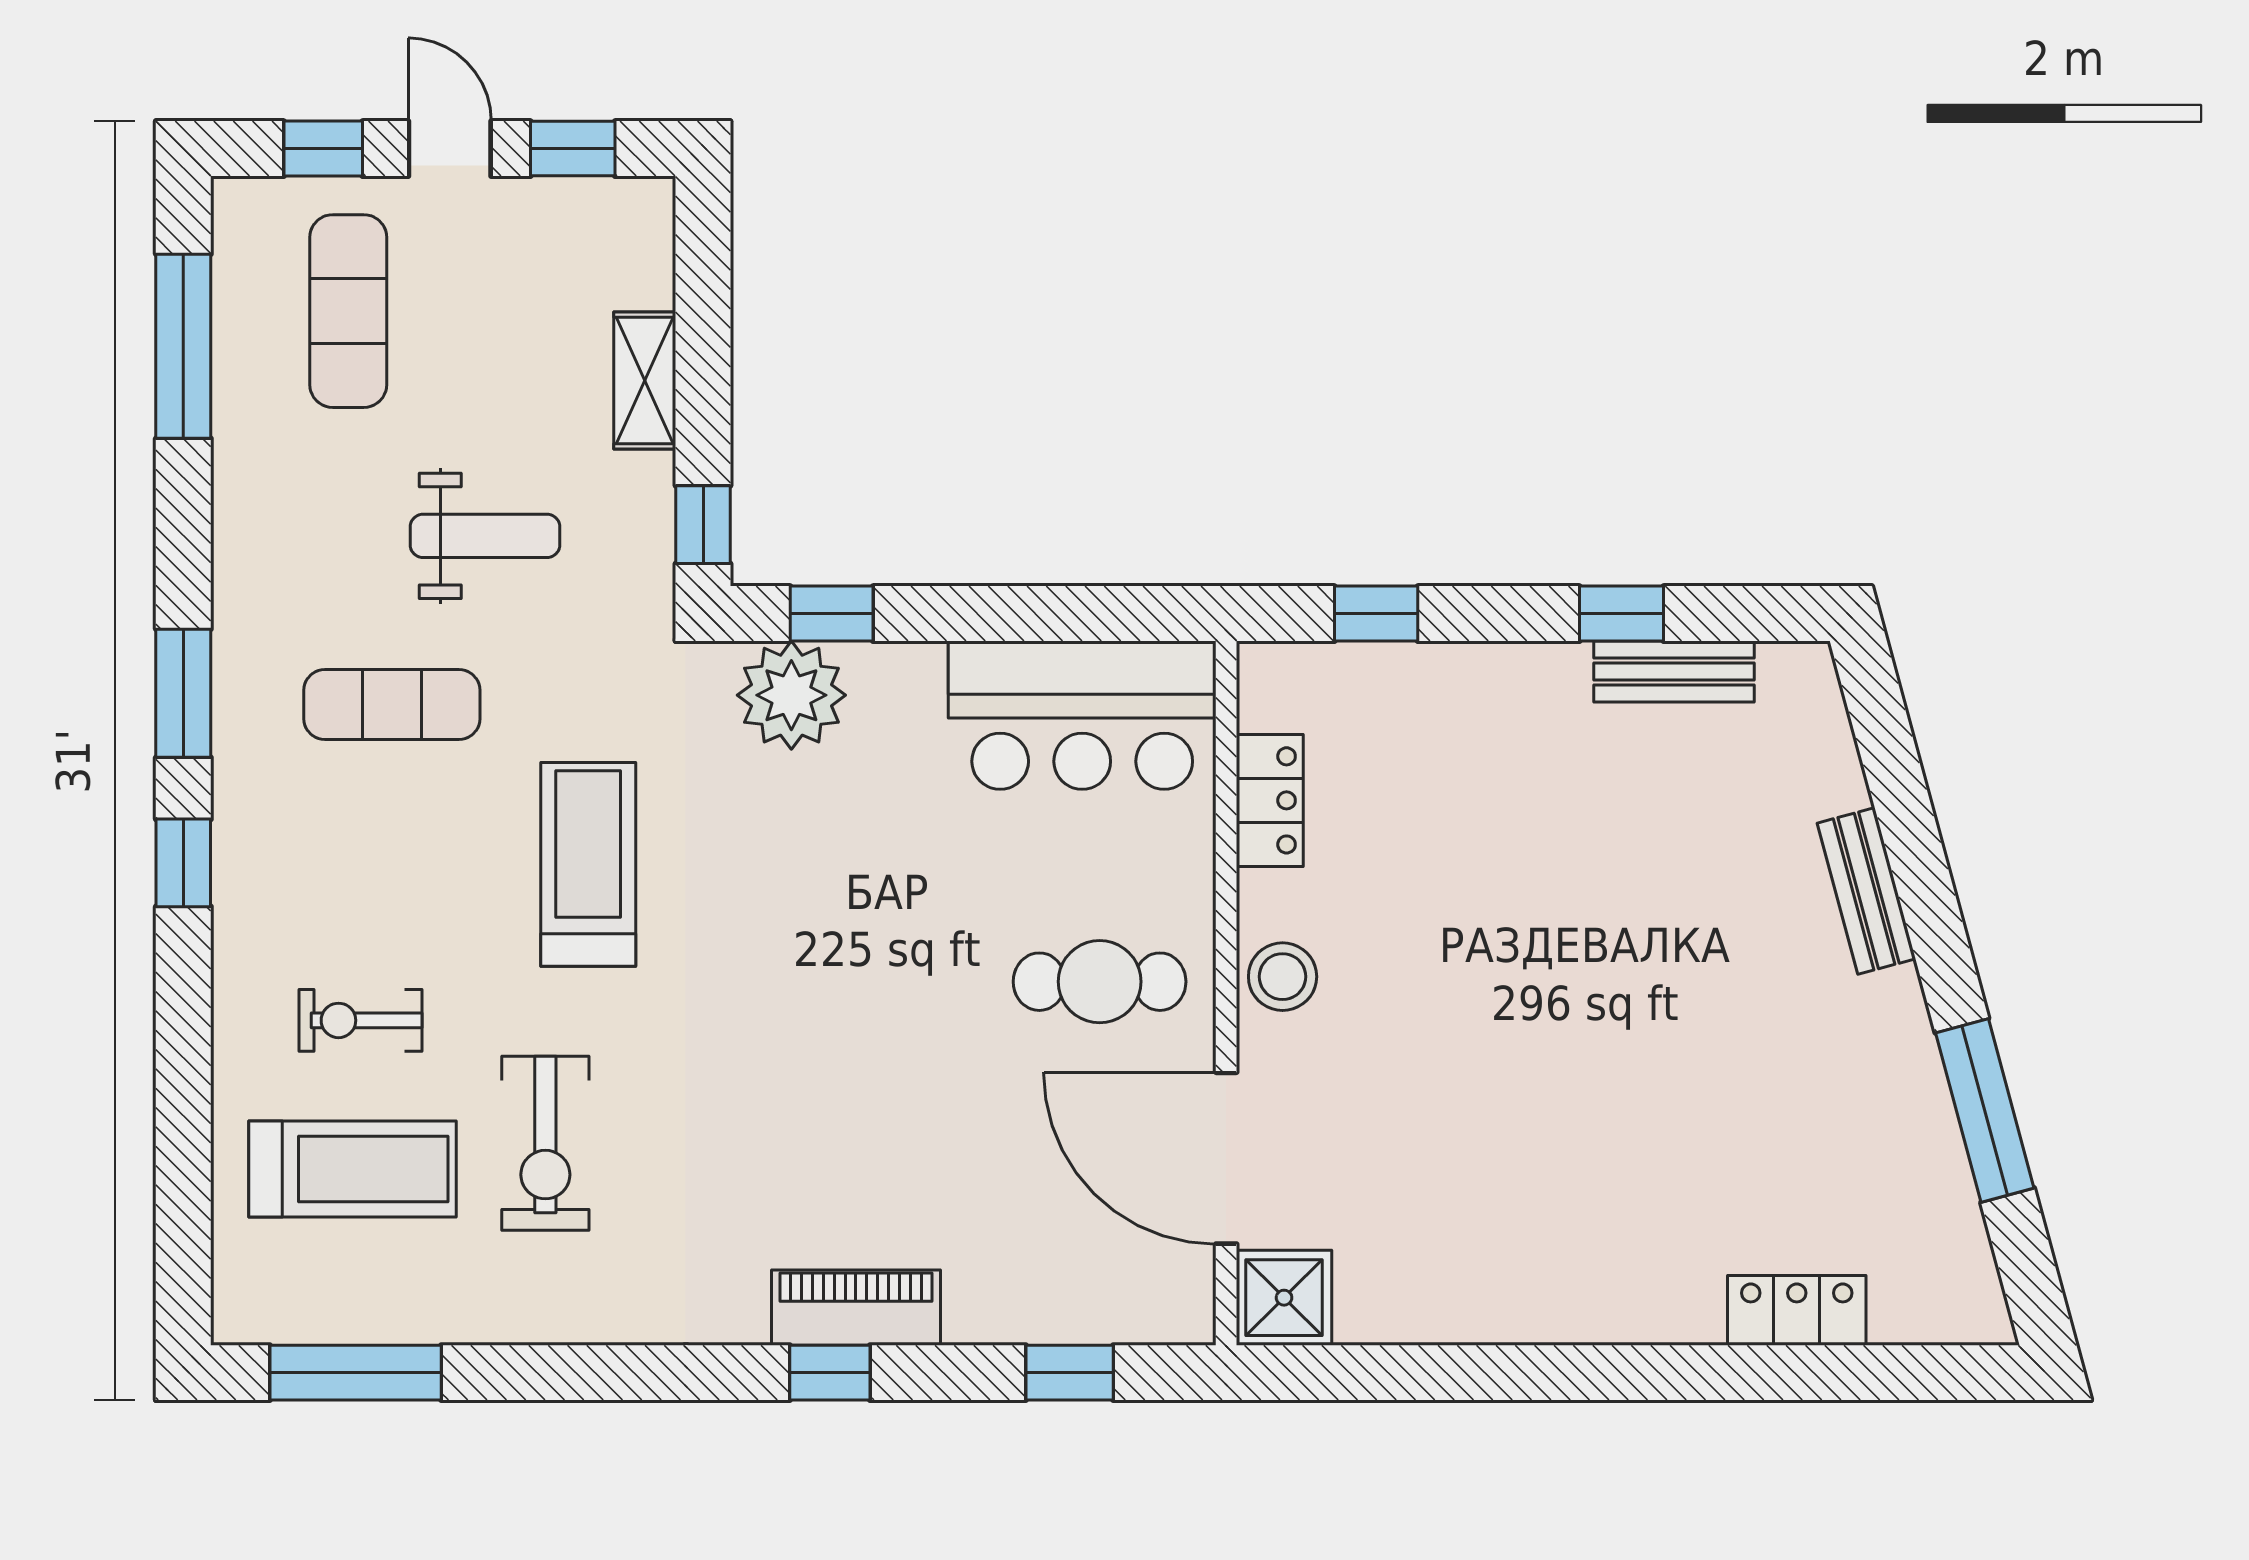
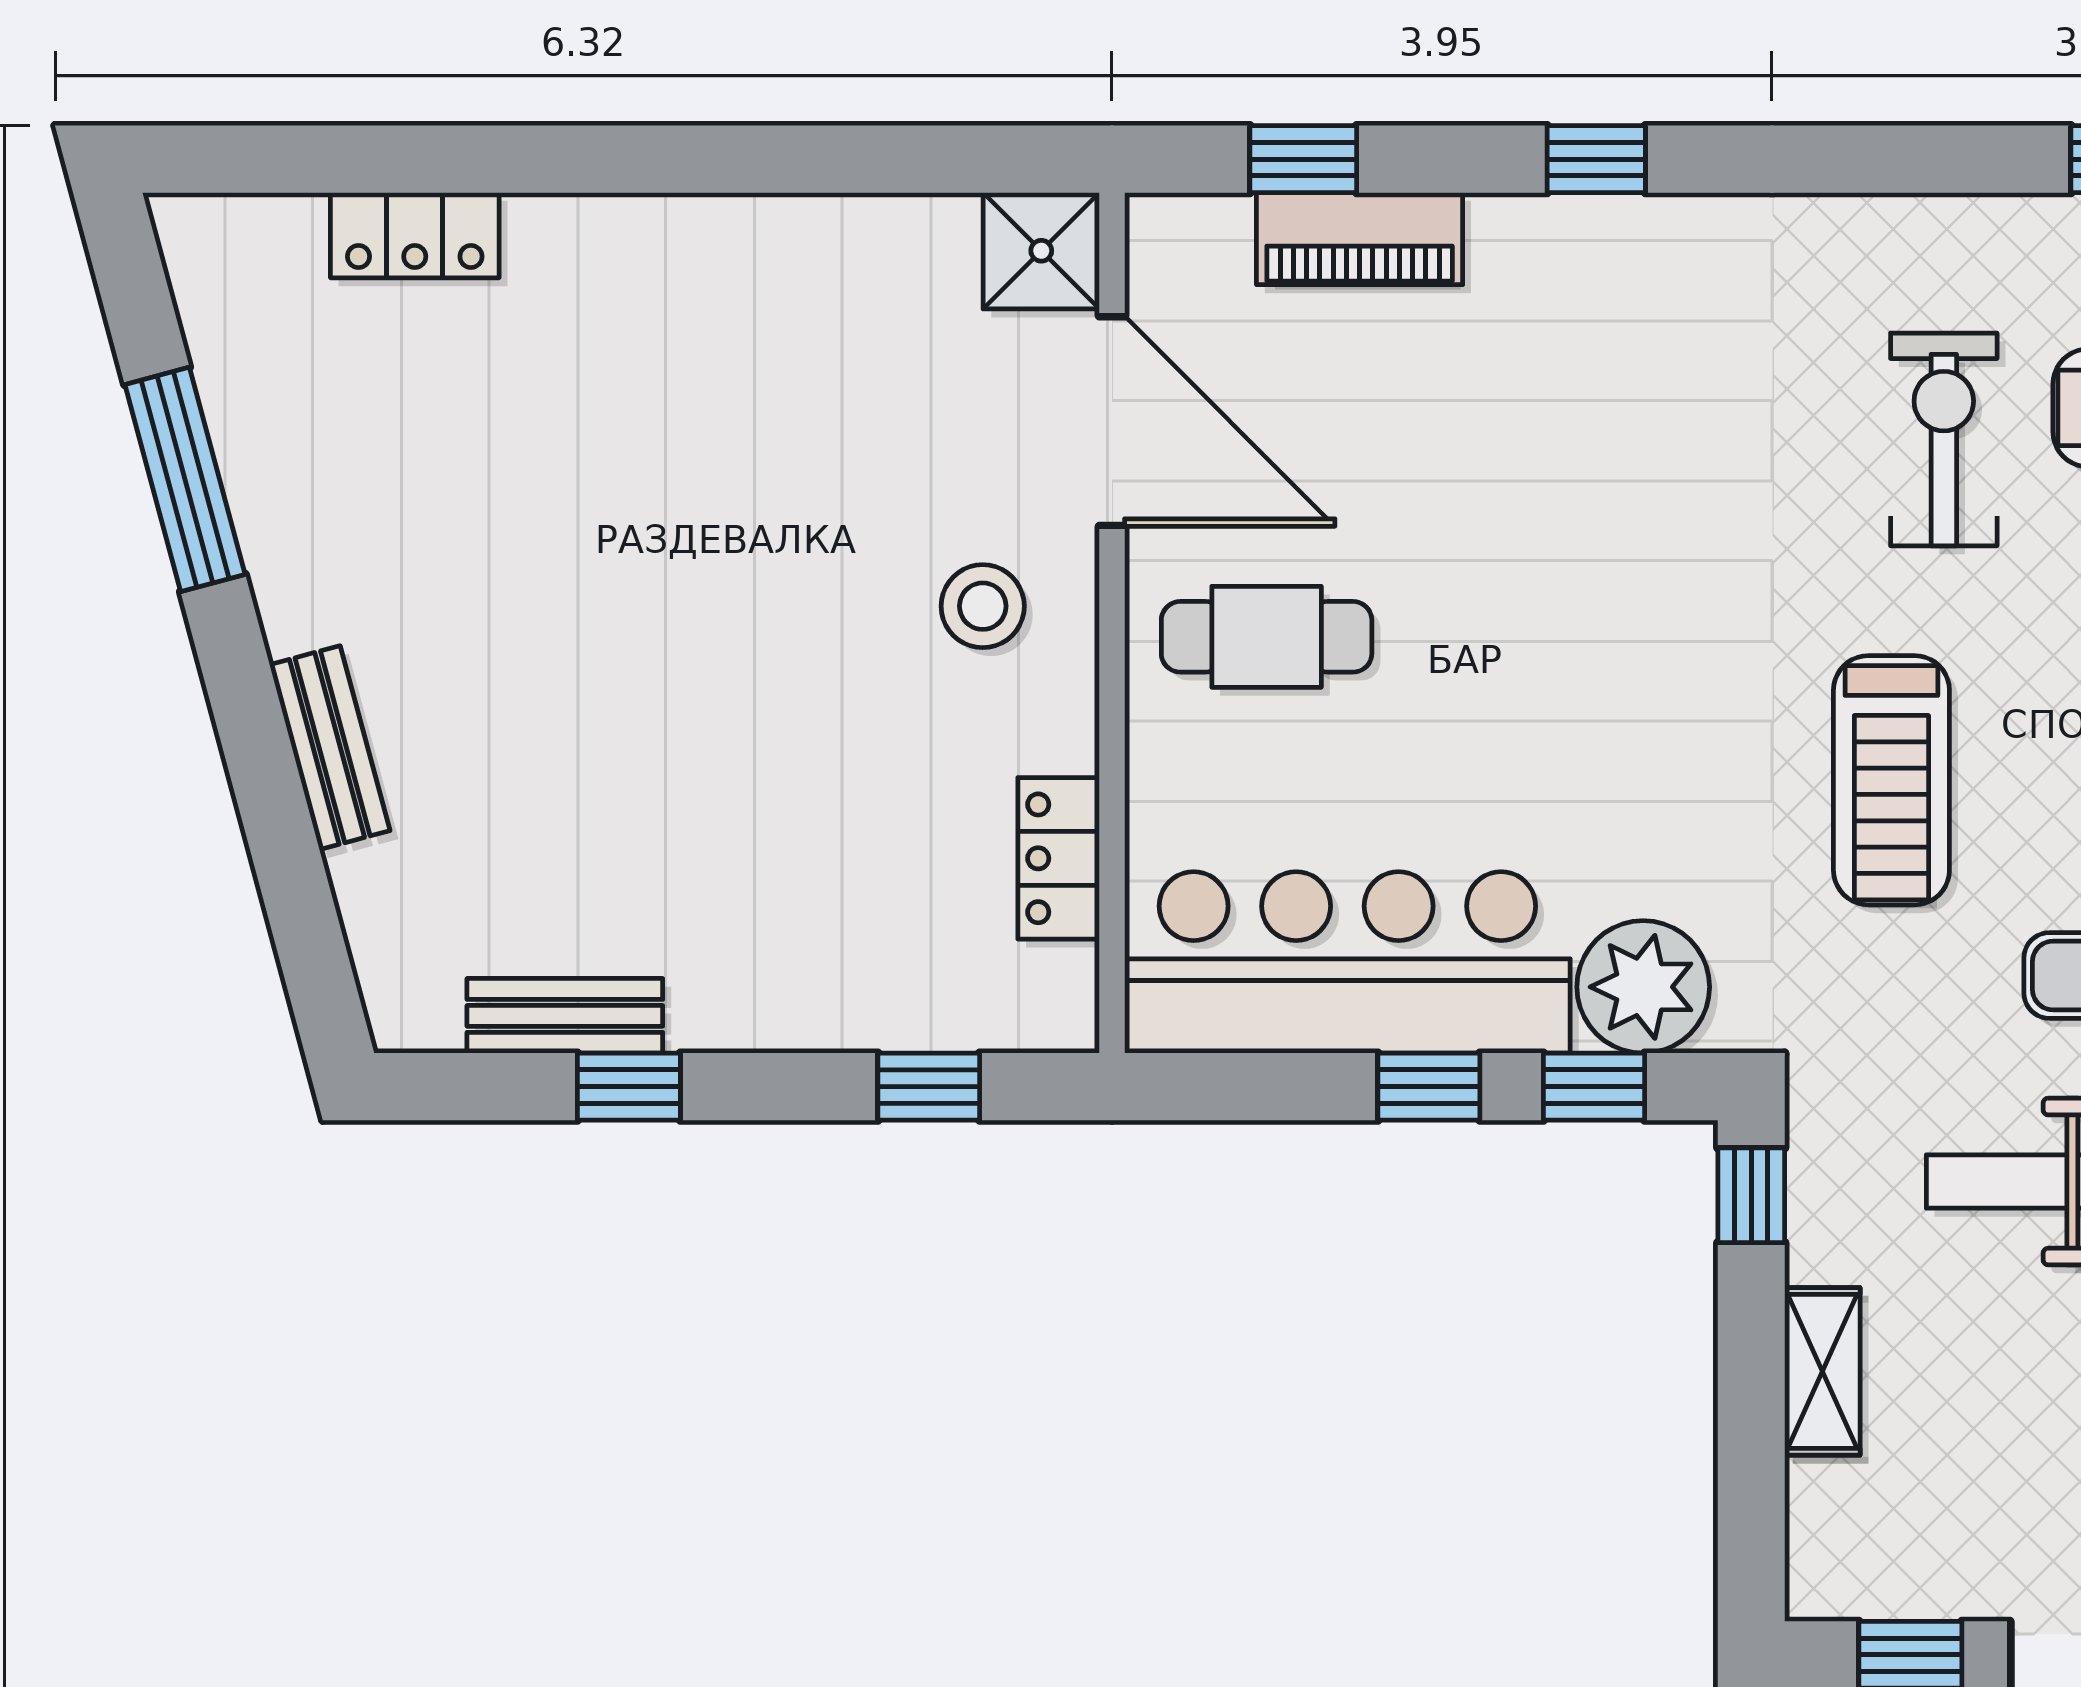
window: (967, 614) -> (1429, 1087), added
bar counter: (1082, 715) -> (1347, 962), width x1.36
stool: (1283, 977) -> (983, 606), moved
piano: (856, 1308) -> (1360, 239), moved

